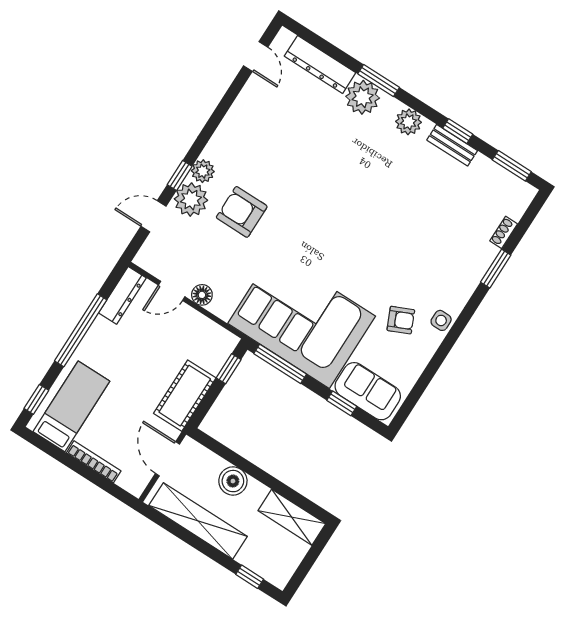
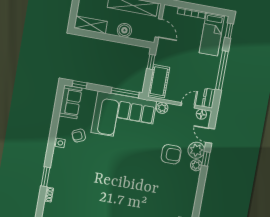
door: (153, 216) -> (210, 136), swing flipped
dresser: (122, 295) -> (209, 98), width x0.70
floor lamp: (202, 295) -> (201, 114), moved
plant: (222, 307) -> (162, 108), added
window: (229, 369) -> (151, 62), moved
sofa: (368, 391) -> (70, 102), moved, turned -90
cot: (185, 396) -> (159, 81), moved
window: (342, 403) -> (80, 85), moved

